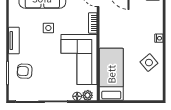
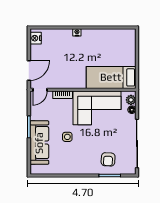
tv unit: (14, 41) -> (79, 170), removed
side table: (149, 63) -> (100, 42), removed

